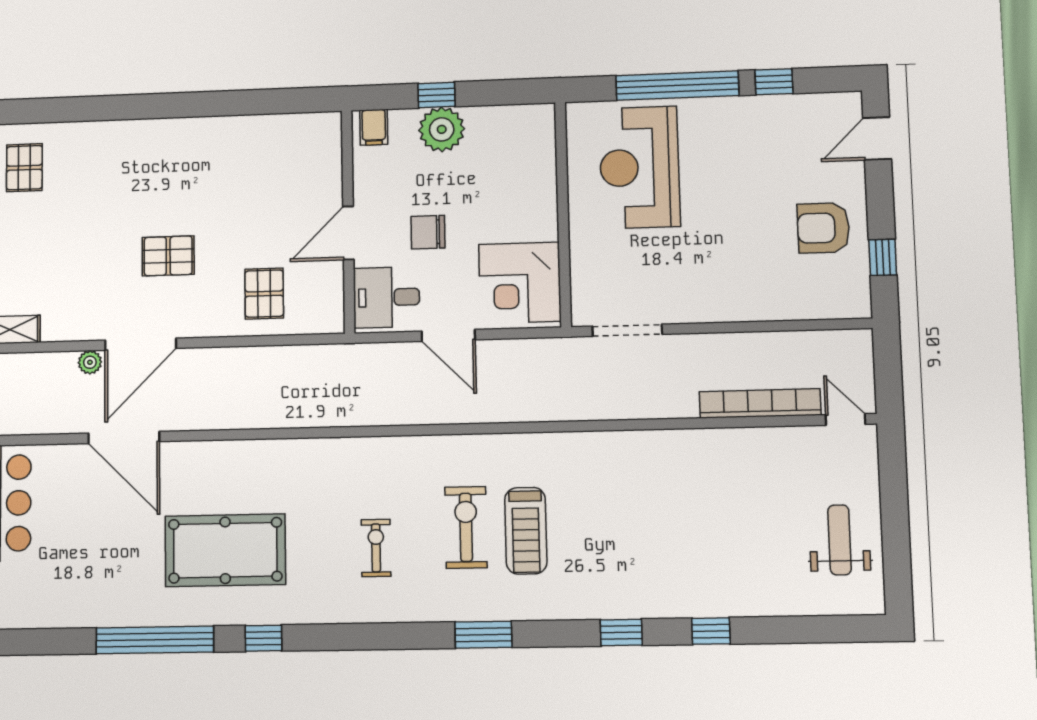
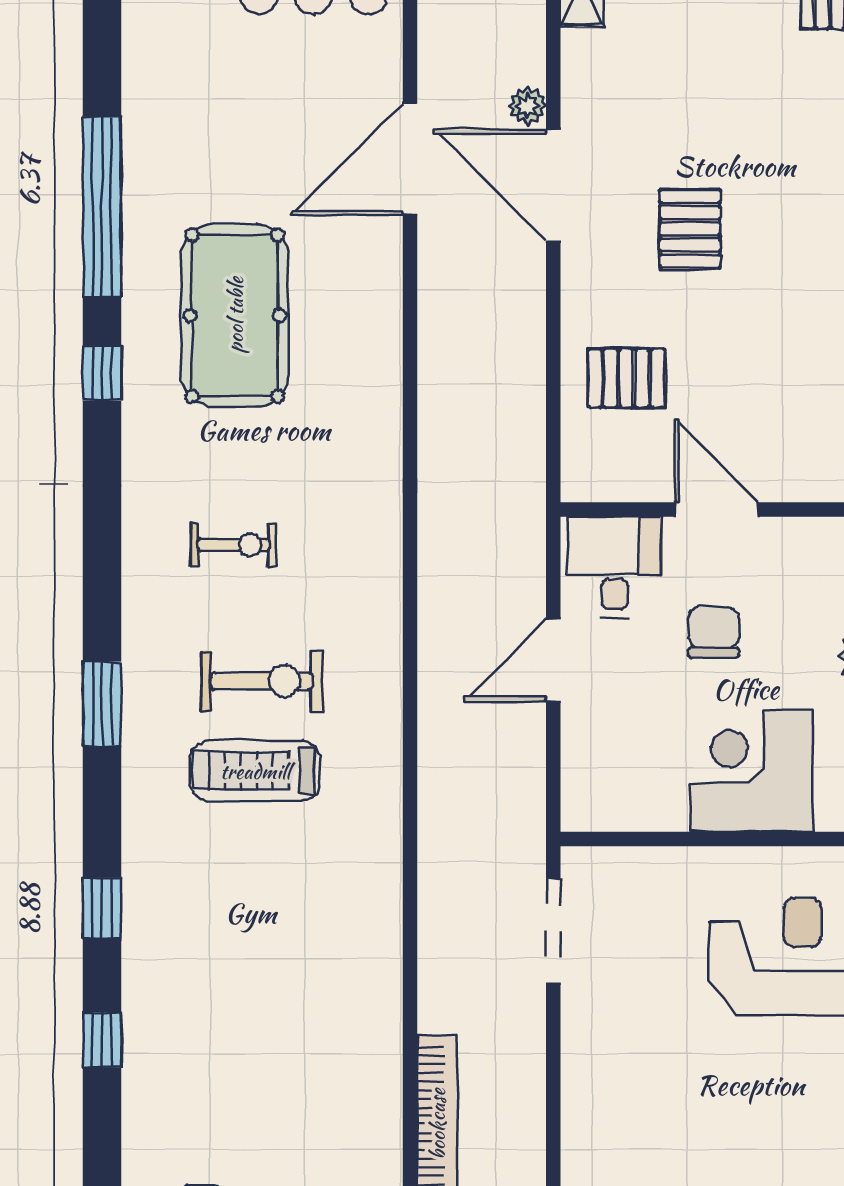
corner desk: (520, 283) -> (752, 771), moved

